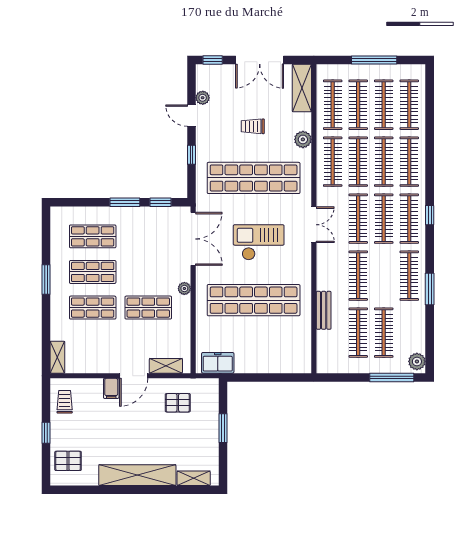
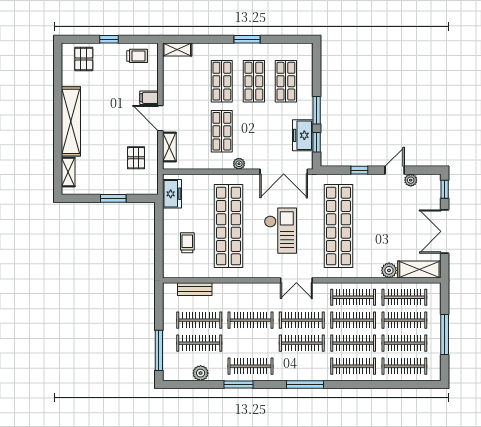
trolley: (253, 126) -> (187, 243), moved
plant: (303, 139) -> (389, 270), moved
window: (430, 215) -> (305, 384), width x2.17
freezer: (153, 218) -> (303, 135), added
clothes rail: (409, 219) -> (302, 366), removed
bench: (324, 310) -> (195, 289), moved
plant: (417, 361) -> (201, 373), moved

